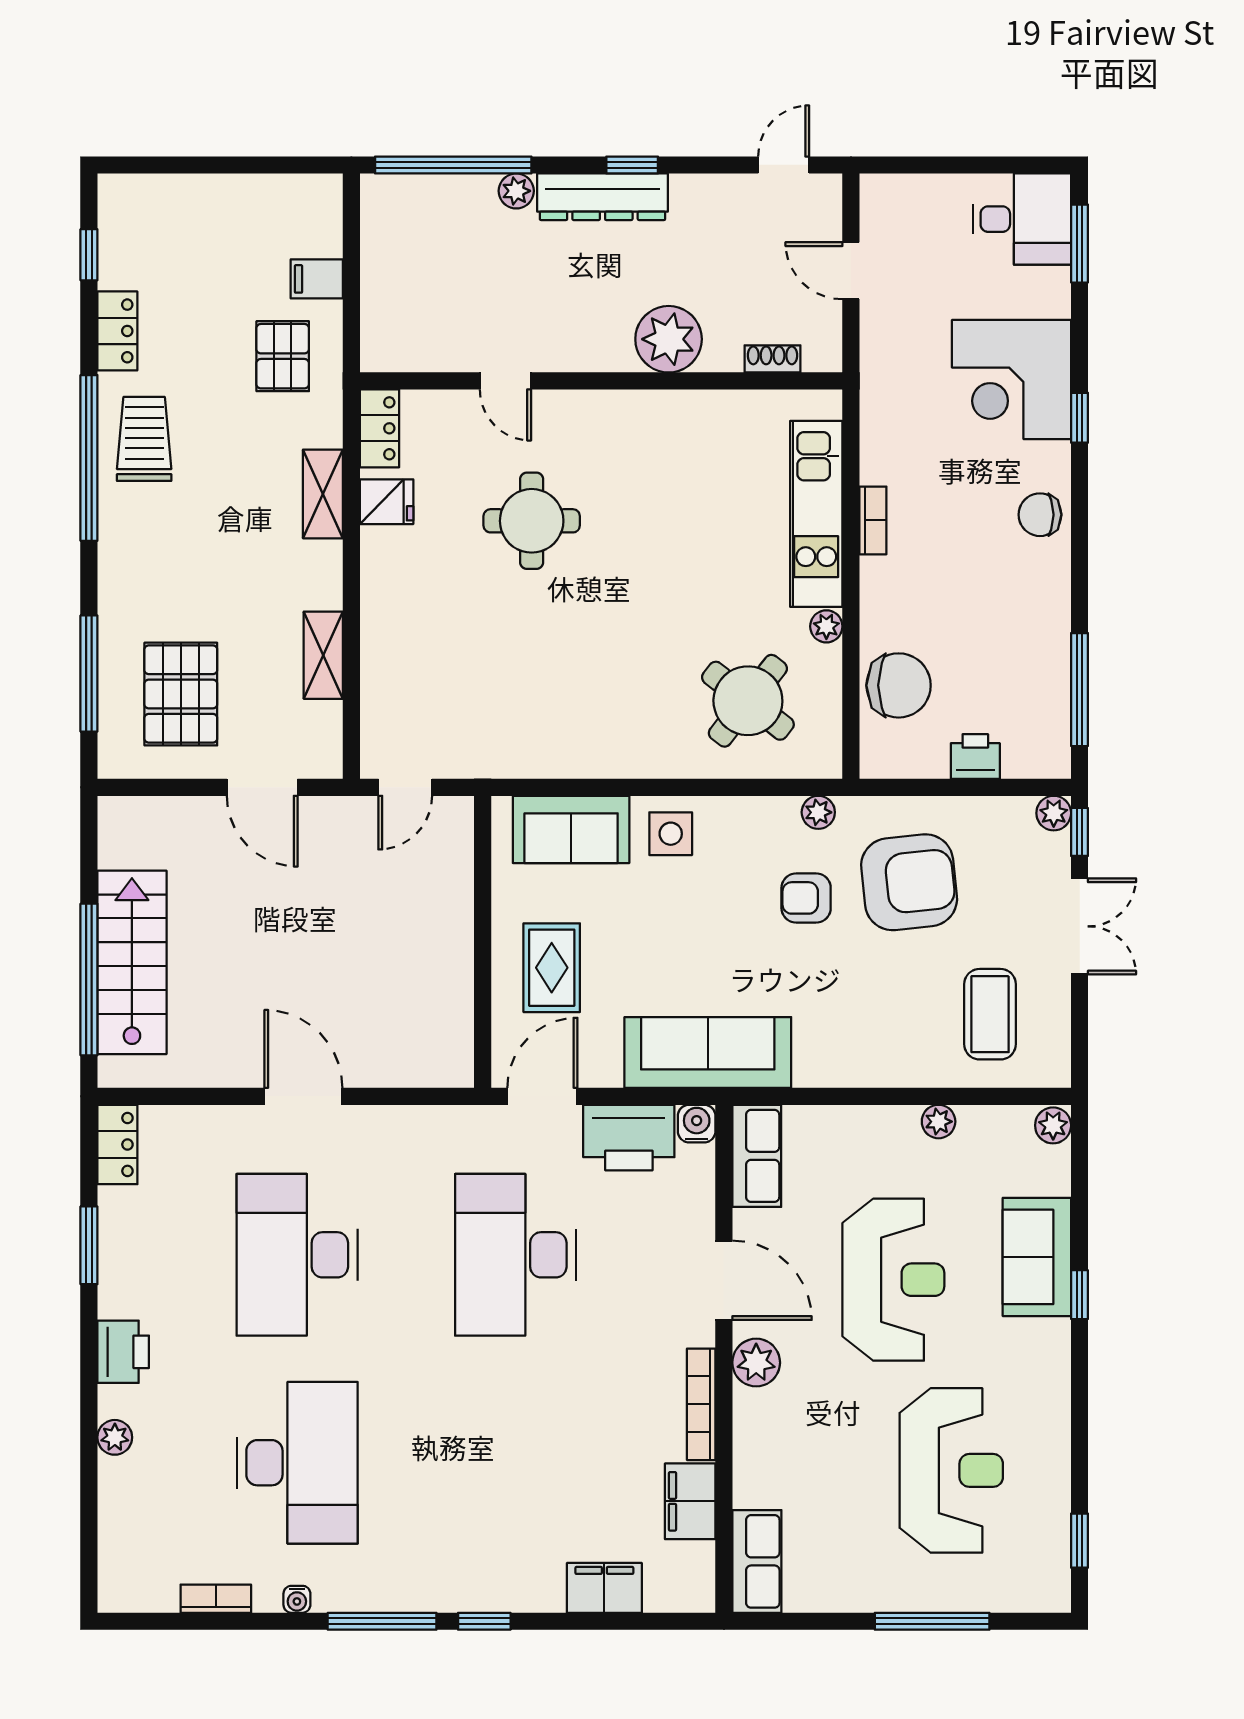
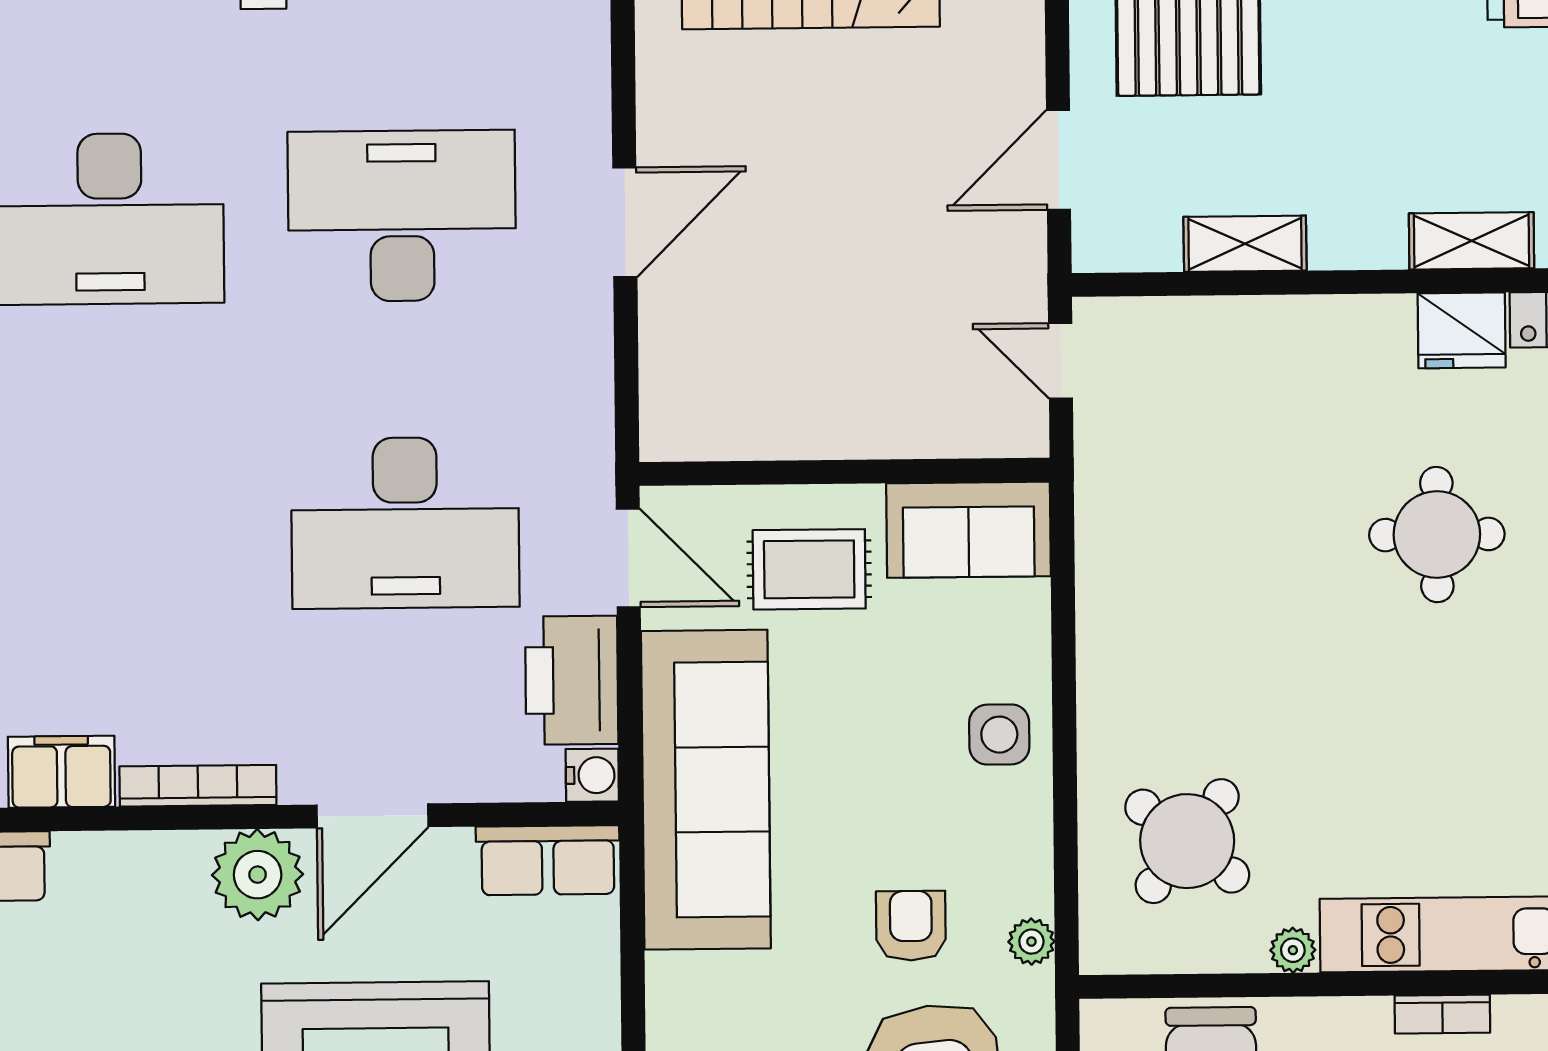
fridge: (387, 502) -> (1462, 330), width x1.38
sofa: (571, 829) -> (969, 530), moved, turned -90
sofa: (708, 1052) -> (706, 790), width x1.36, depth x1.27
desk: (516, 1255) -> (405, 523), turned 180
plant: (756, 1363) -> (258, 875), width x1.36, depth x1.36

